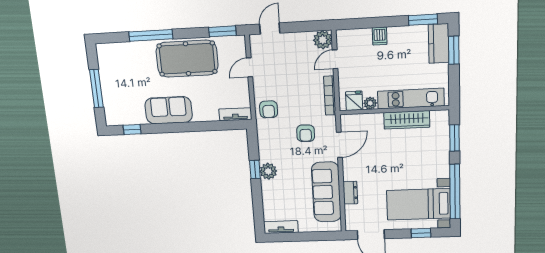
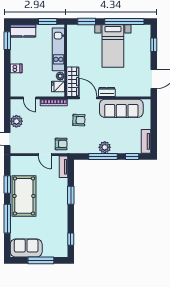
window: (222, 31) -> (7, 184), moved
plant: (323, 40) -> (16, 121), moved
window: (454, 50) -> (48, 21), moved
door: (250, 67) -> (45, 155), moved
sofa: (169, 110) -> (26, 248), moved, turned 90
wardrobe: (407, 120) -> (73, 82), moved
window: (195, 127) -> (71, 195), added
window: (255, 169) -> (103, 156), width x2.17
dresser: (350, 193) -> (107, 92), moved
bed with nightstands: (419, 204) -> (113, 46), moved
window: (258, 209) -> (132, 156), added

